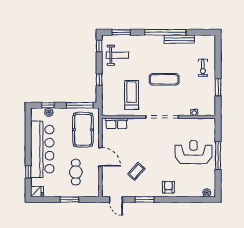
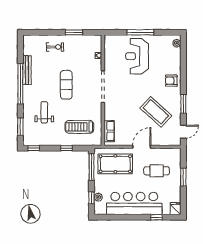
weight bench: (117, 55) -> (44, 112), moved
treadmill: (132, 95) -> (79, 127), moved
coffee table: (136, 171) -> (156, 112), width x1.86, depth x1.72

